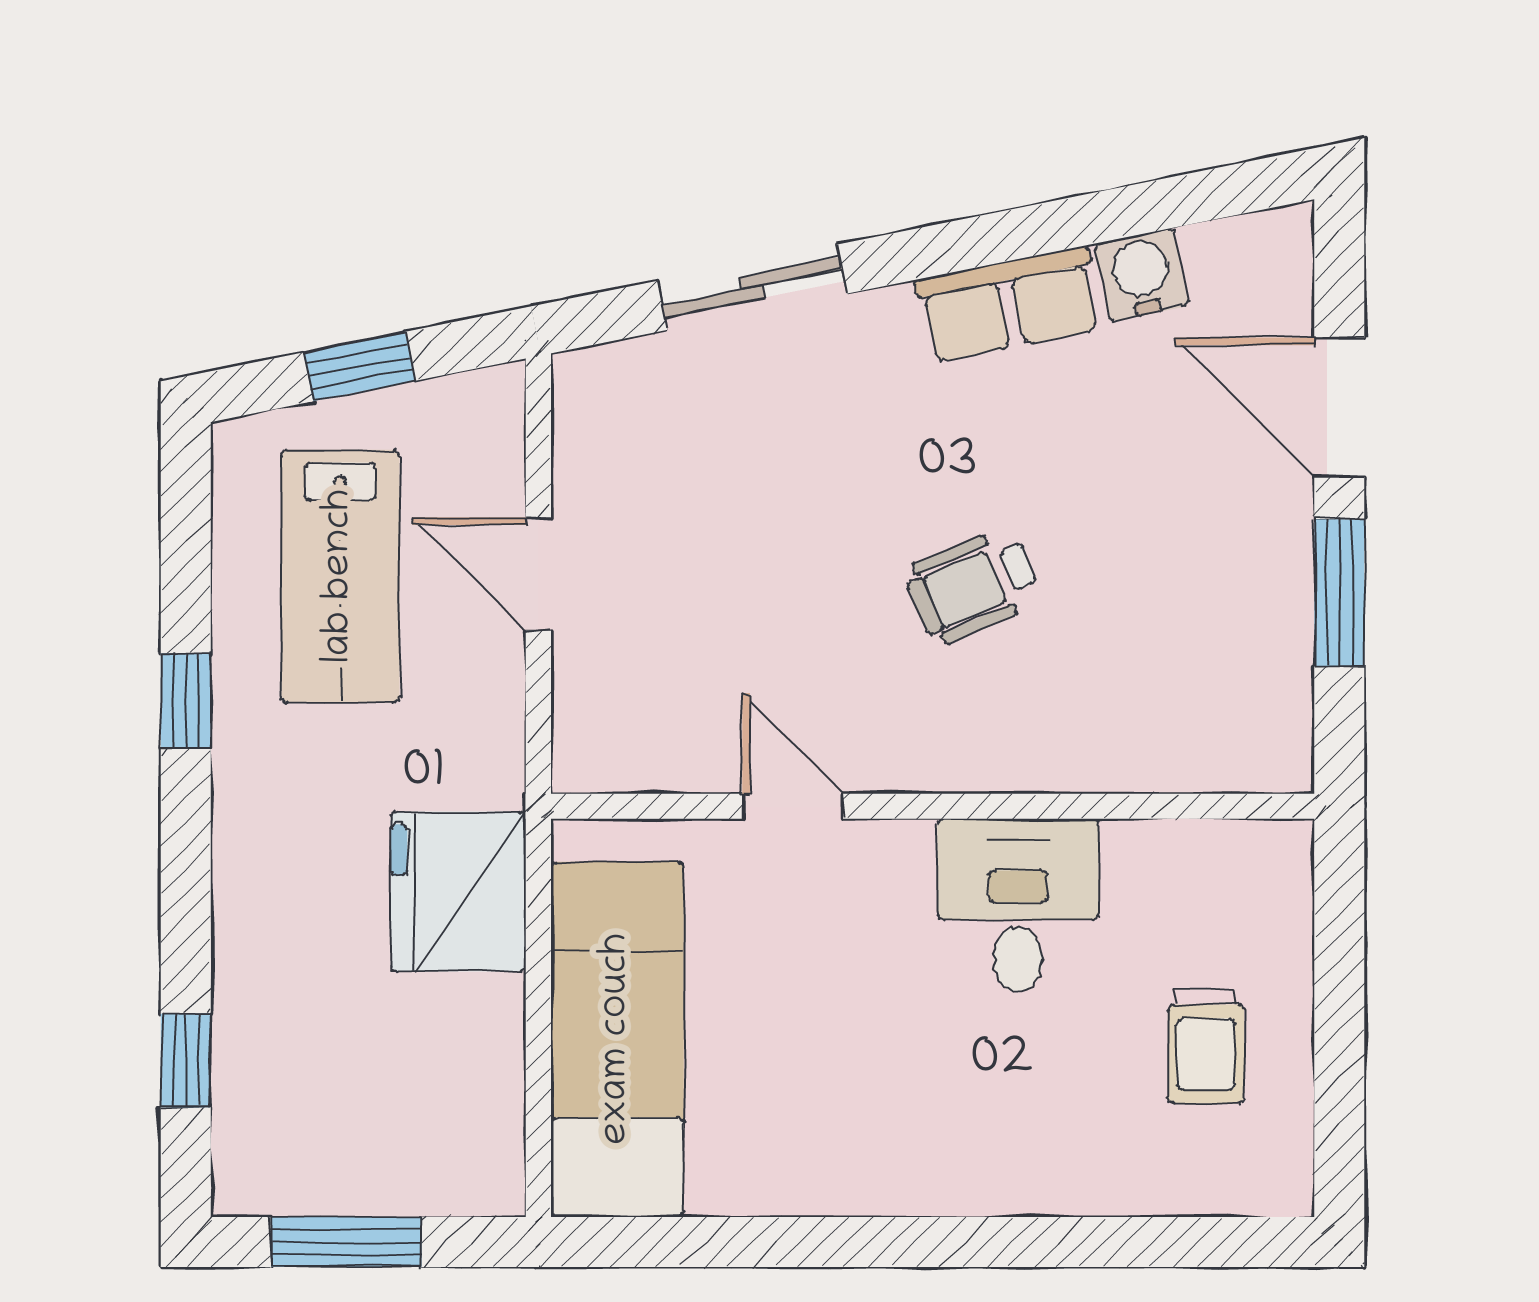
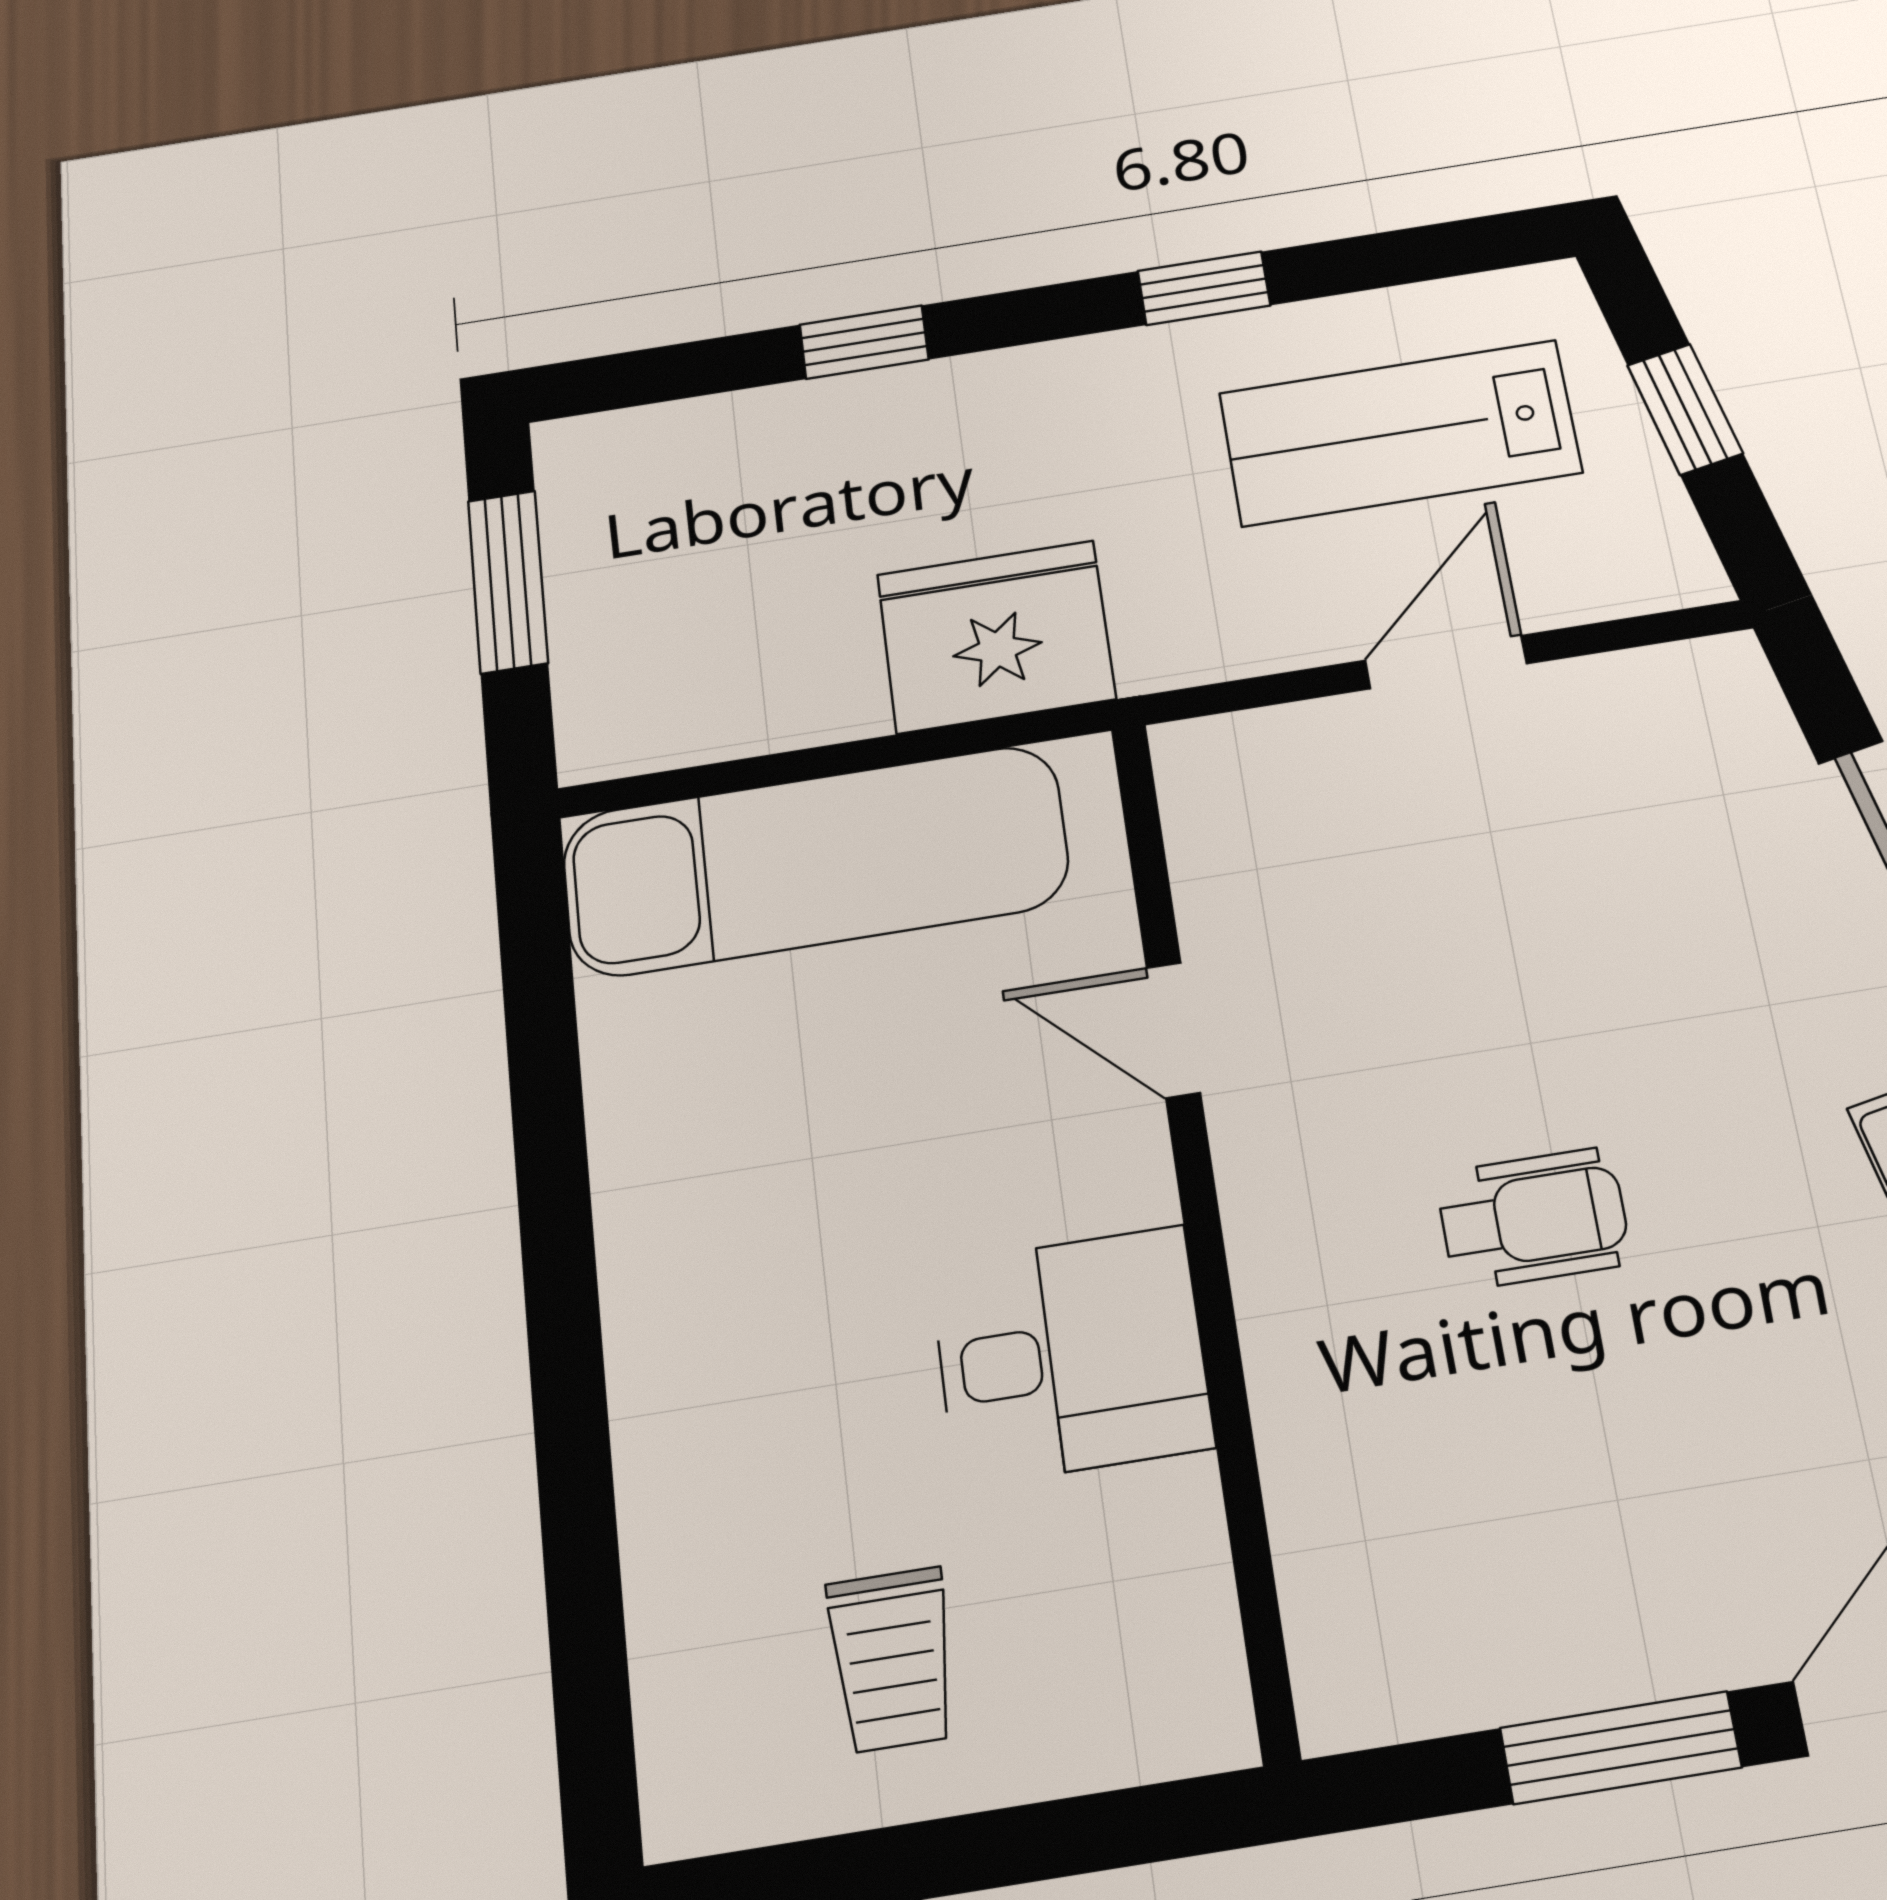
wheelchair: (973, 586) -> (1533, 1218), turned 113
door: (793, 806) -> (1173, 1030), swing flipped
trolley: (1206, 1046) -> (892, 1660), turned -90
window: (186, 1061) -> (864, 342), moved

